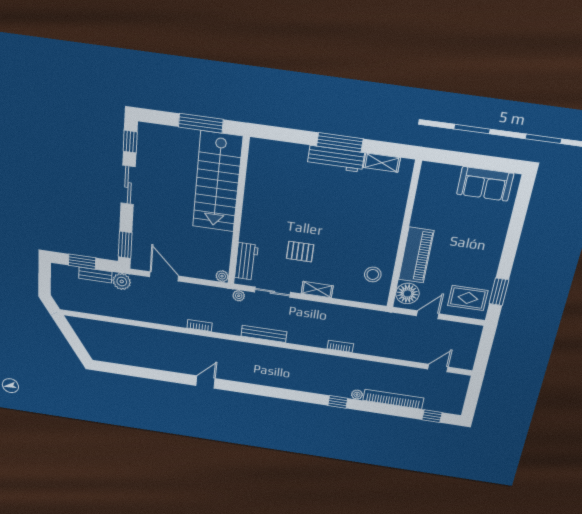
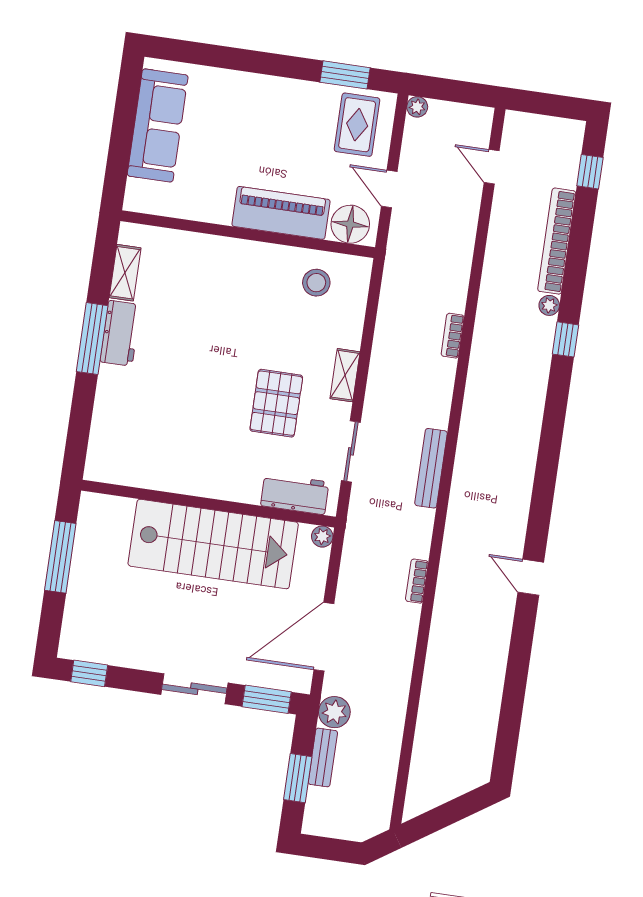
workbench: (336, 159) -> (120, 333), width x0.73
stairs: (217, 182) -> (213, 544), moved
sofa: (485, 184) -> (158, 125), width x1.36
sliding door: (128, 185) -> (194, 689), moved
pallet: (300, 252) -> (276, 403), width x1.50, depth x1.42
door: (164, 276) -> (324, 637), width x1.36
plant: (239, 296) -> (417, 107), moved

